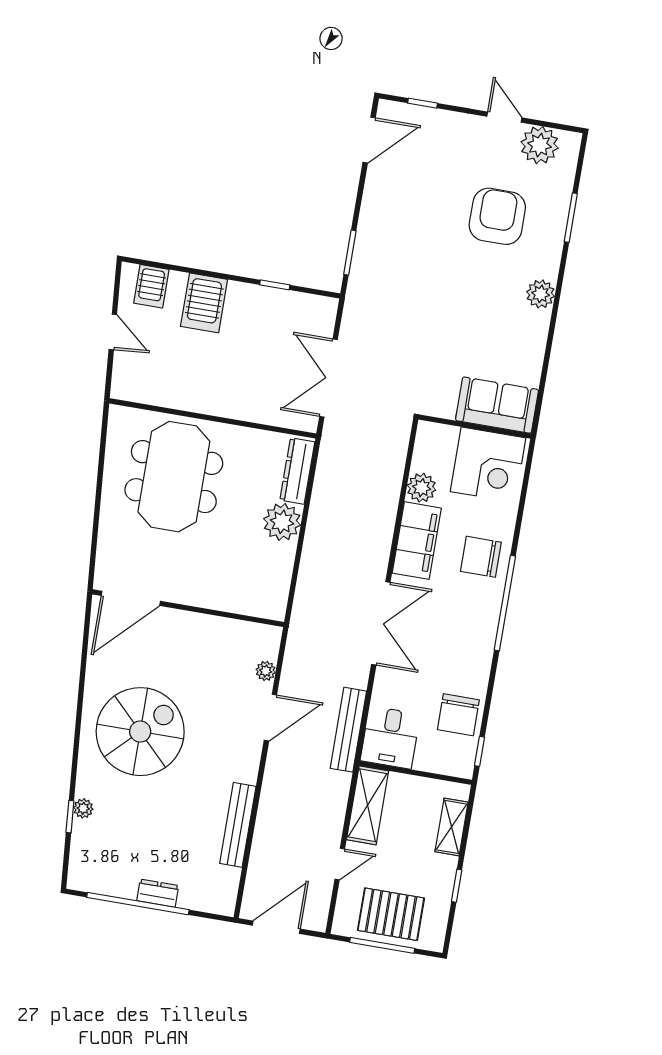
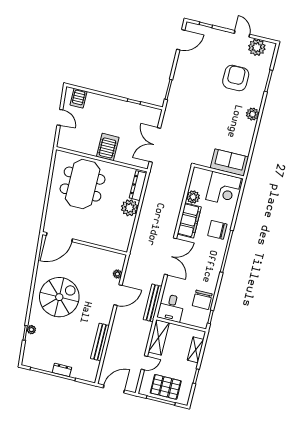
server rack: (204, 303) -> (108, 147), moved, turned 180

